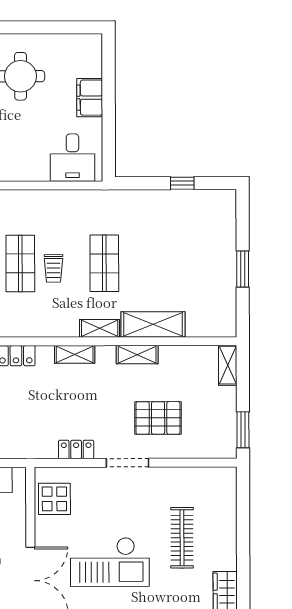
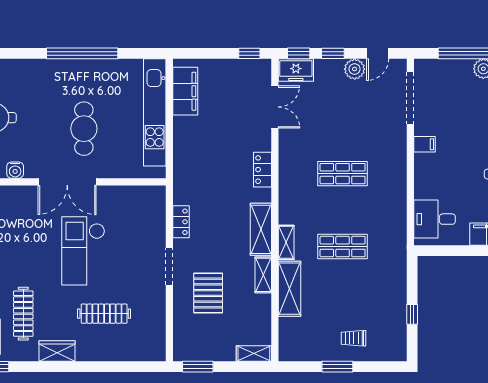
trolley: (53, 268) -> (353, 338), moved
shelving: (75, 354) -> (261, 229), width x1.50, depth x1.33
display table: (54, 499) -> (138, 203), removed

